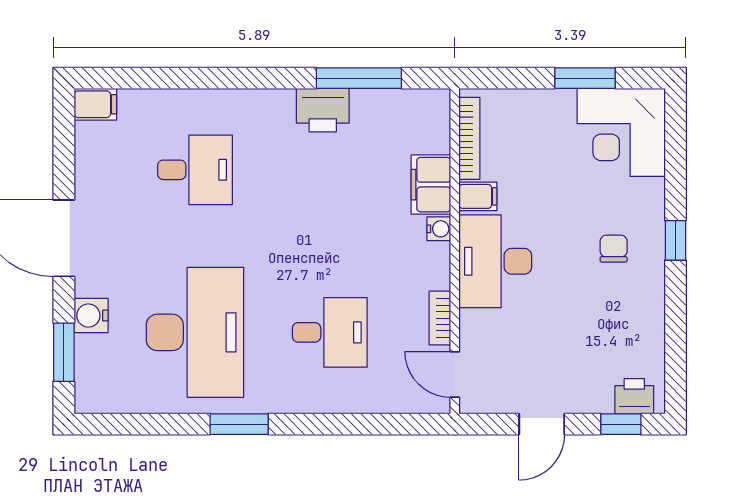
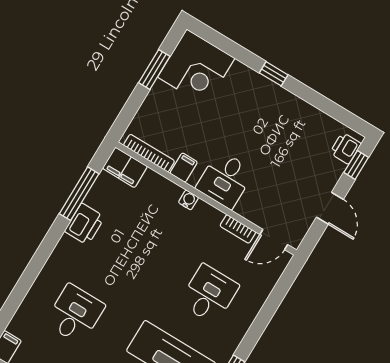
filing cabinet: (431, 185) -> (125, 167), moved
chair: (614, 249) -> (257, 110), removed
desk: (495, 261) -> (225, 180), width x0.73

